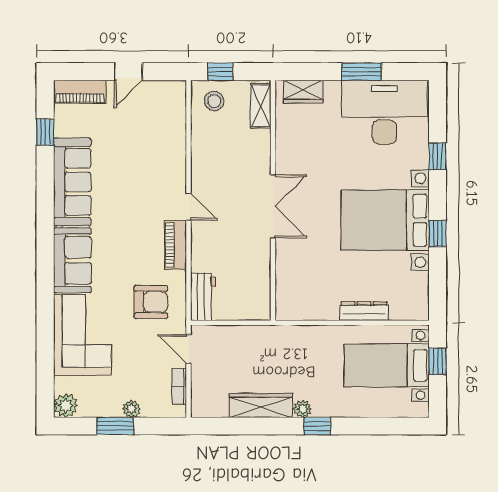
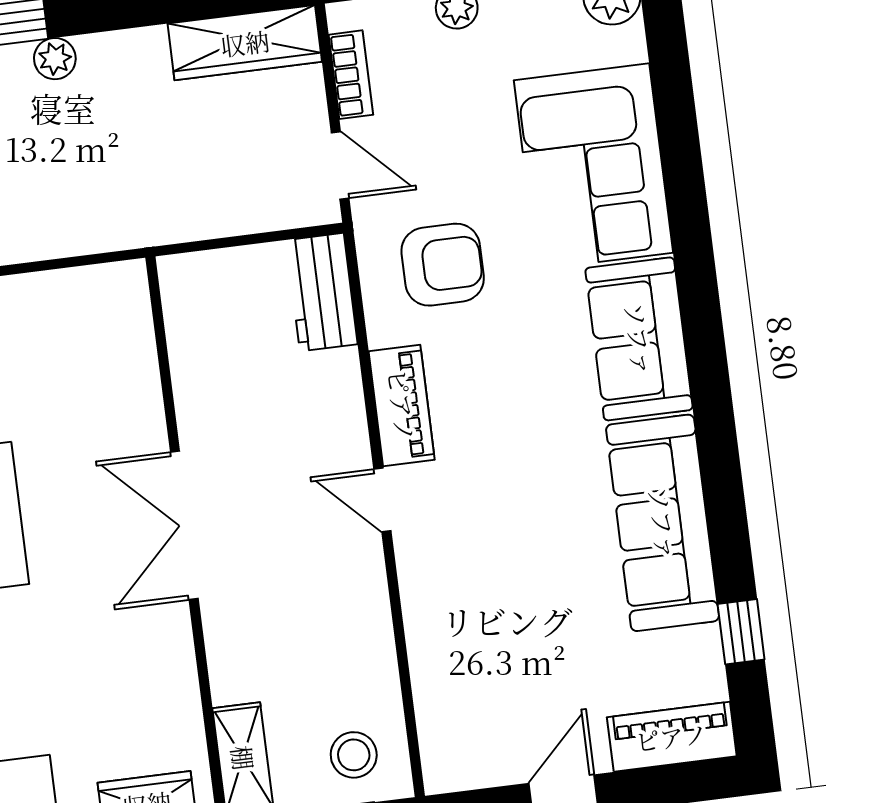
armchair: (151, 302) -> (443, 265), turned 180
wardrobe: (261, 405) -> (245, 43), moved

